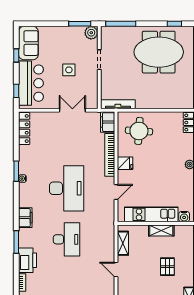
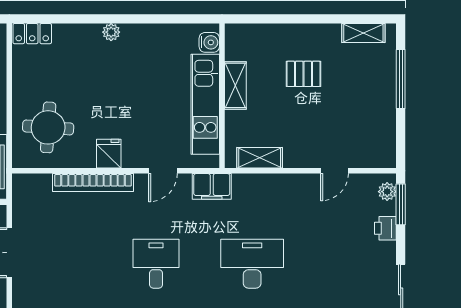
filing cabinet: (108, 122) -> (212, 186), moved
desk: (67, 188) -> (156, 264), width x0.53, depth x0.77
door: (116, 192) -> (163, 171), swing flipped
door: (116, 270) -> (334, 171), moved

